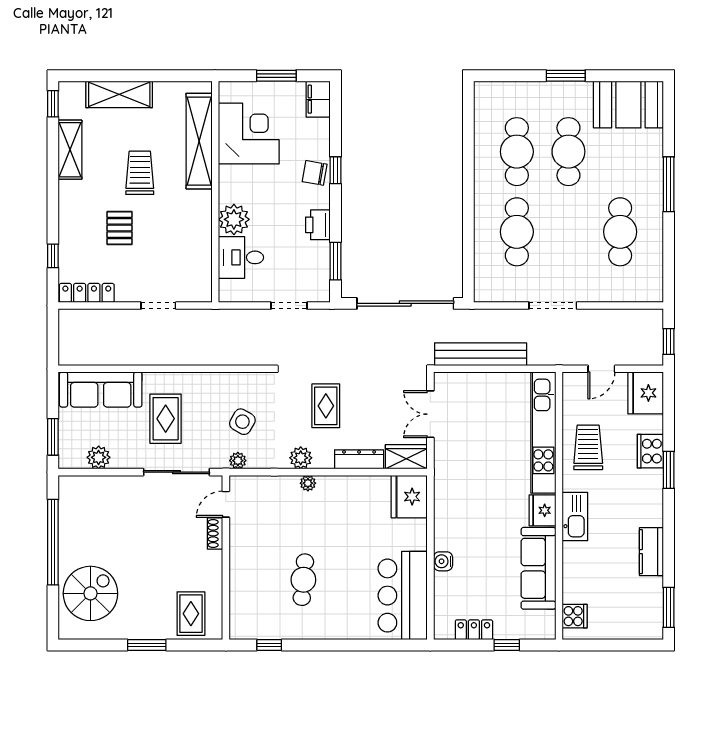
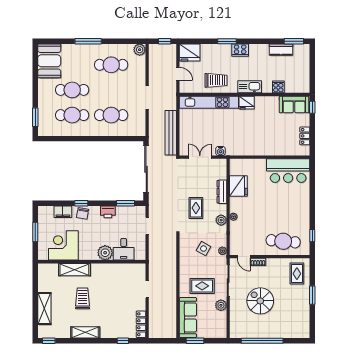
window: (566, 76) -> (35, 117), moved
filing cabinet: (318, 99) -> (63, 212), moved
shelving: (199, 141) -> (74, 270), width x0.68
shelving: (70, 150) -> (85, 332), moved
trolley: (140, 173) -> (82, 298), turned 90
pallet: (120, 228) -> (109, 308), removed
plant: (651, 290) -> (140, 50), added
rug: (326, 406) -> (196, 208), turned 90
double door: (430, 414) -> (200, 157), swing flipped
window: (53, 437) -> (195, 341), moved
trolley: (588, 447) -> (216, 80), turned 180
cooker: (650, 451) -> (240, 50), moved
plant: (99, 457) -> (221, 305), moved
wardrobe: (406, 457) -> (221, 169), removed
fridge: (409, 497) -> (238, 186), moved, turned -90
kitchen counter: (651, 552) -> (281, 50), moved
water cooler: (443, 561) -> (220, 151), moved
sofa: (538, 568) -> (294, 105), moved, width x0.73
cafe table: (303, 580) -> (283, 241), moved, width x1.37, depth x1.35
spiral stairs: (90, 593) -> (260, 301), moved
rug: (191, 614) -> (297, 274), turned 90
cooker: (575, 616) -> (278, 87), moved
window: (507, 645) -> (312, 107), moved

